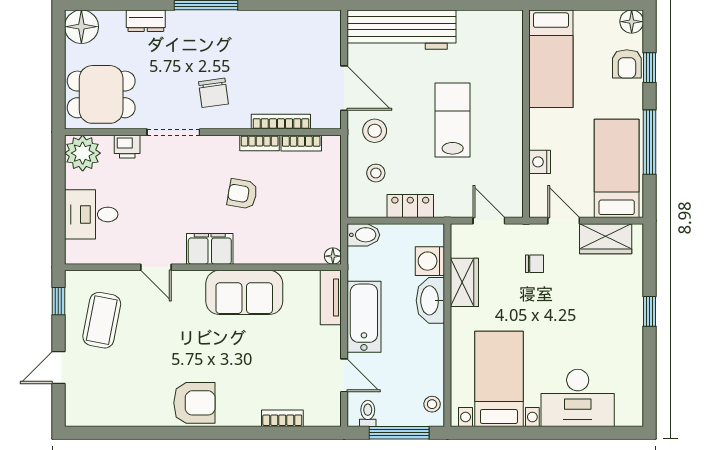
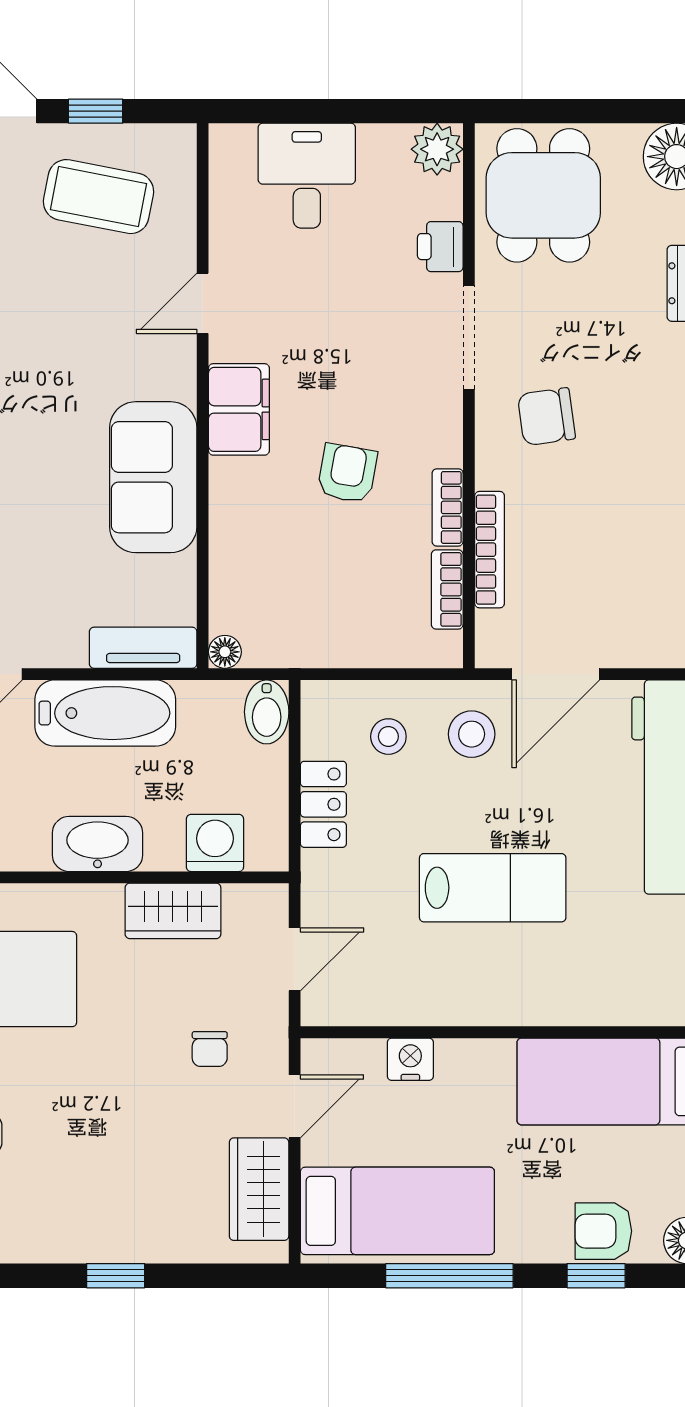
plant: (83, 153) -> (437, 149), width x0.73, depth x0.73
washbasin: (430, 300) -> (98, 844), moved
window: (58, 301) -> (96, 111), moved

